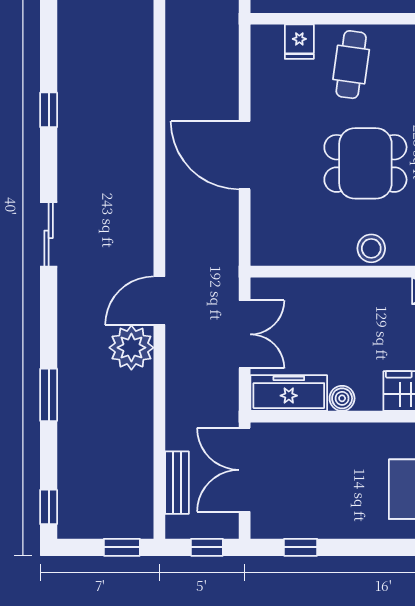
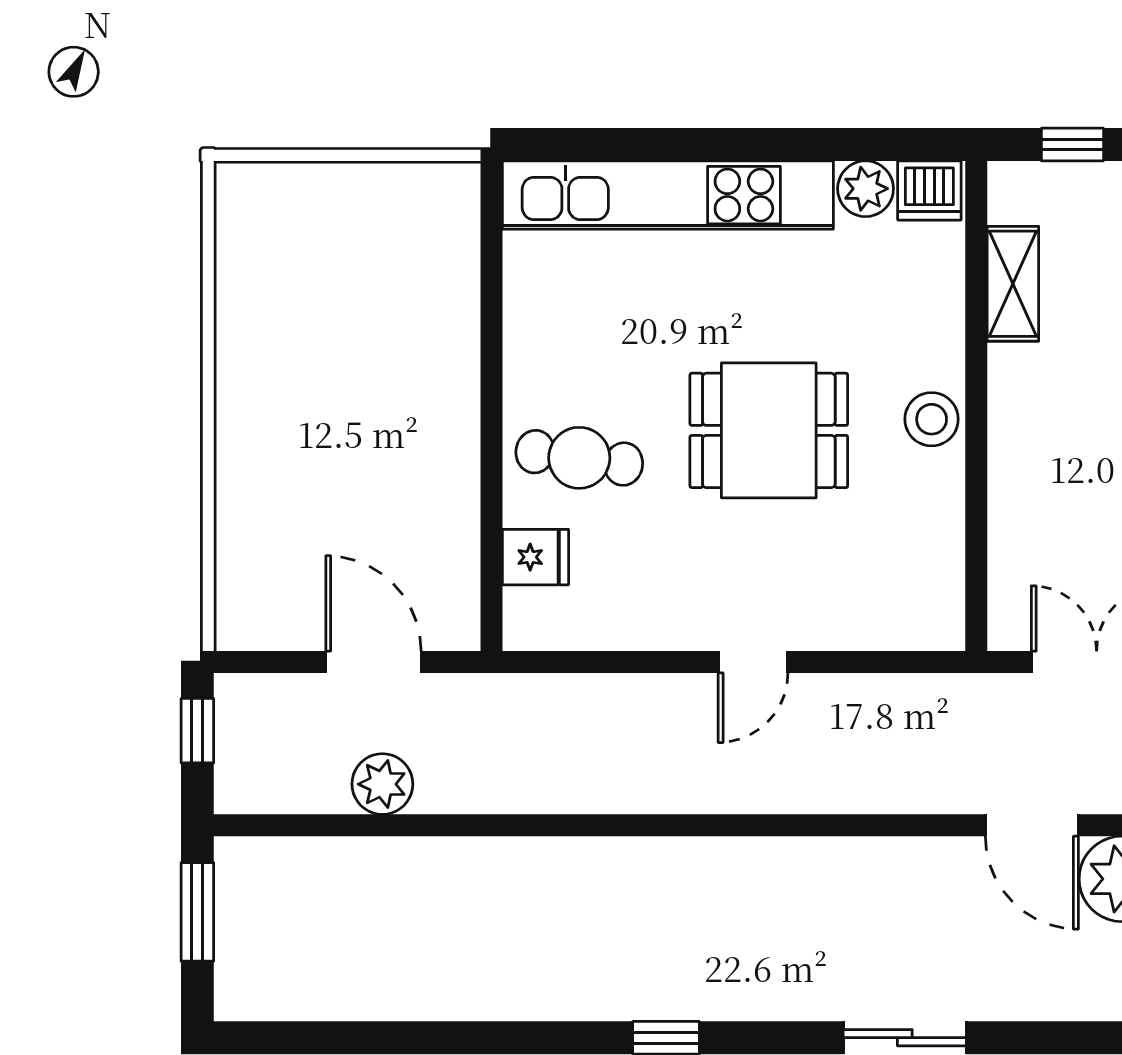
door: (245, 155) -> (753, 662), width x0.53
dining table: (365, 163) -> (769, 430), turned 90

